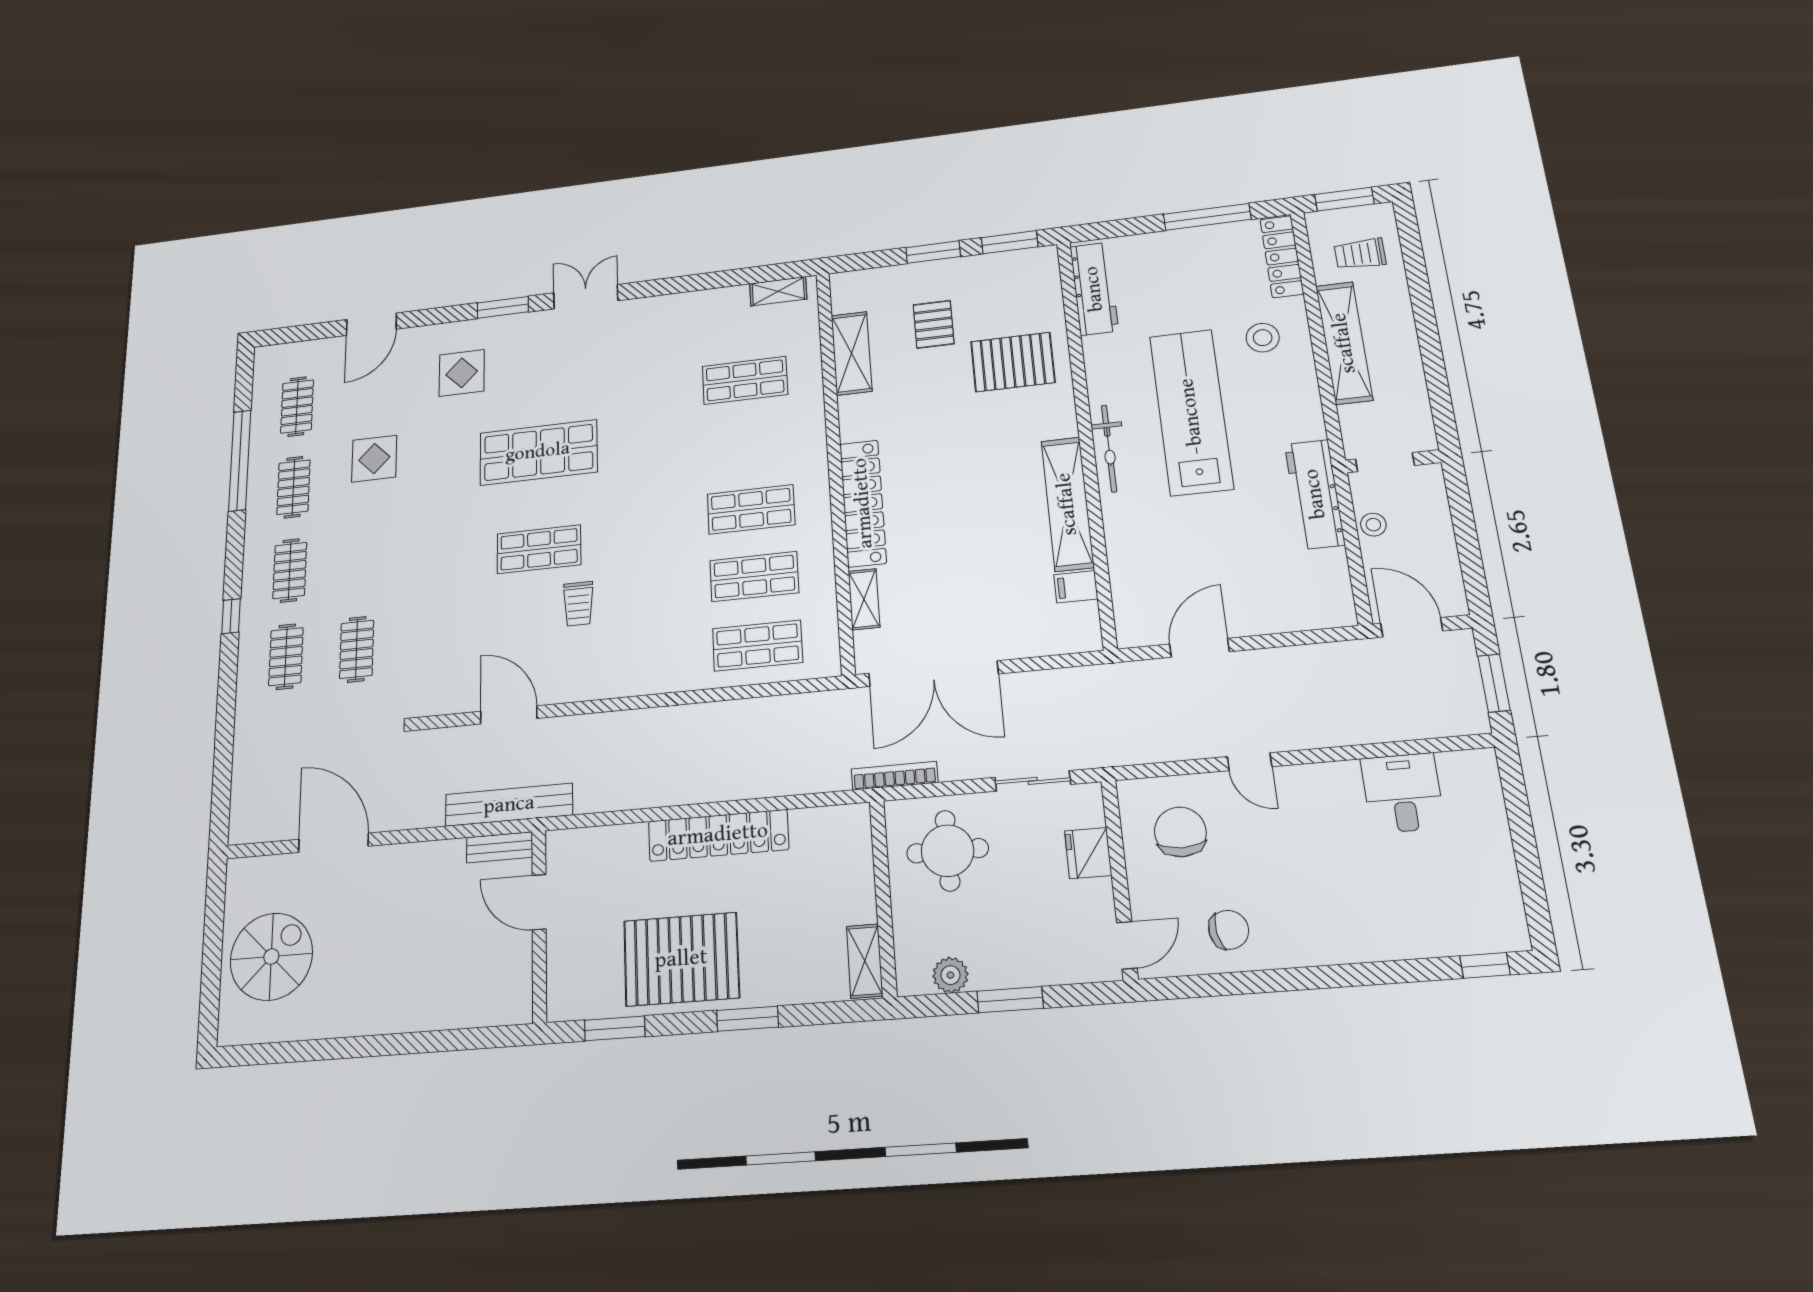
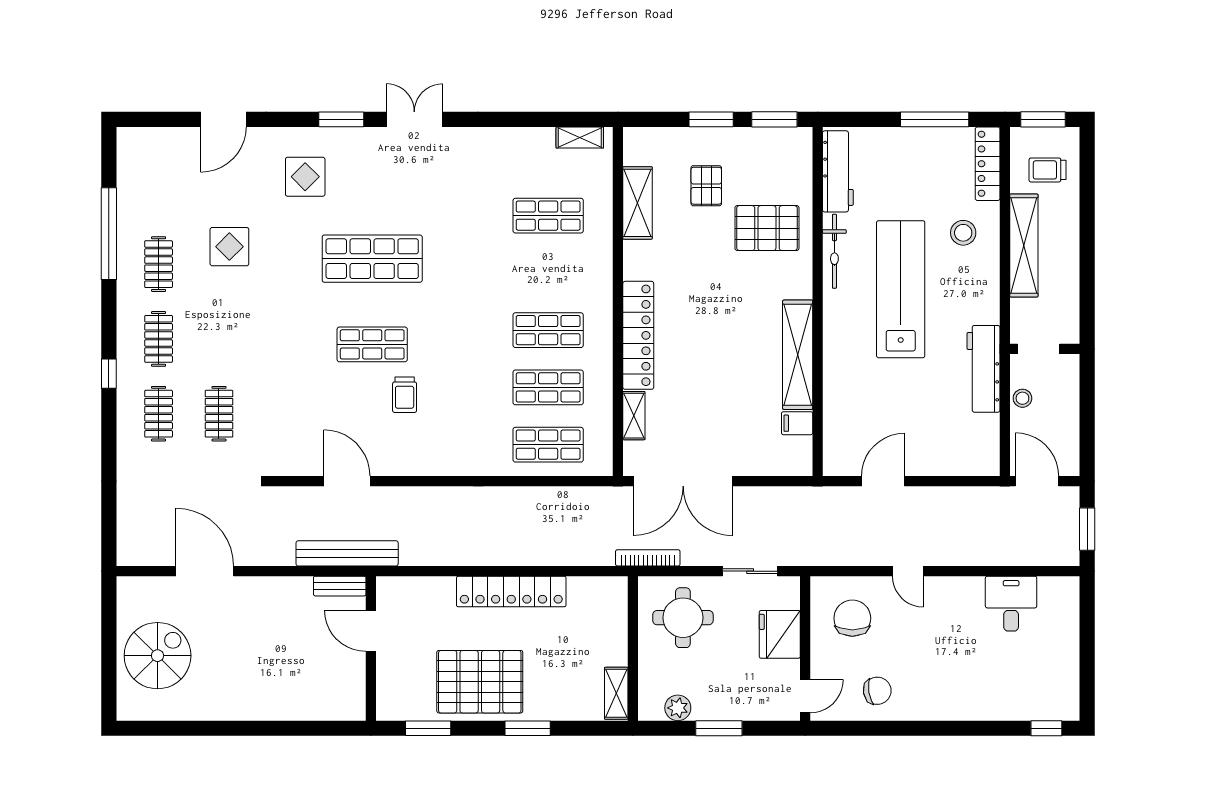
clothes rail: (297, 406) -> (159, 189), removed
bicycle: (1109, 448) -> (834, 251), moved
fridge: (1088, 853) -> (780, 634), width x1.36, depth x1.34

